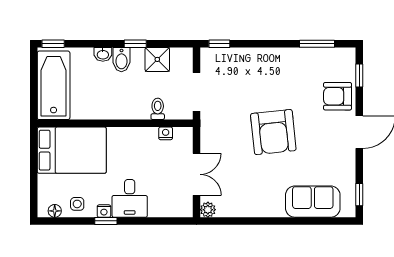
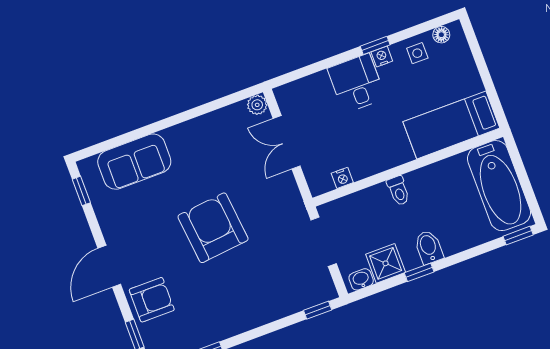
washbasin: (103, 54) -> (361, 279), moved
toilet: (158, 109) -> (398, 191), moved
bed: (72, 150) -> (451, 125), width x0.67

